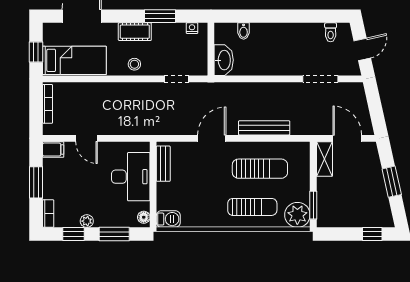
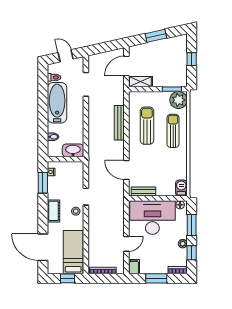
window: (160, 16) -> (43, 183), moved
bathtub: (293, 37) -> (57, 103), added
doorway: (176, 79) -> (86, 197), moved
door: (212, 138) -> (126, 170), moved
desk: (131, 177) -> (152, 218), width x1.36, depth x1.30
window: (372, 234) -> (192, 59), moved

